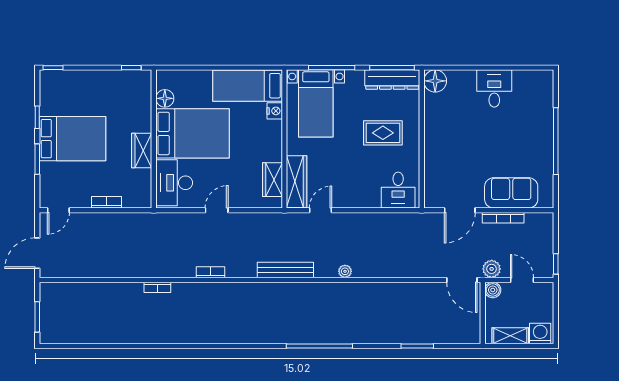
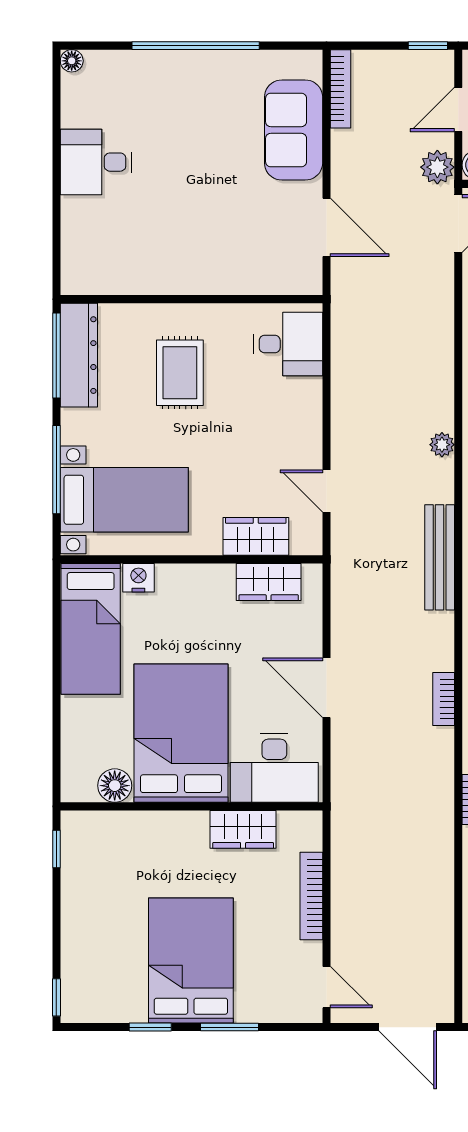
floor lamp: (435, 81) -> (72, 61), moved, width x0.53, depth x0.53
wardrobe: (142, 150) -> (243, 829), moved
wardrobe: (296, 182) -> (256, 536), width x0.67
bookcase: (106, 202) -> (311, 896), width x1.56
door: (217, 210) -> (327, 688), width x1.38
bookcase: (503, 218) -> (341, 89), moved

